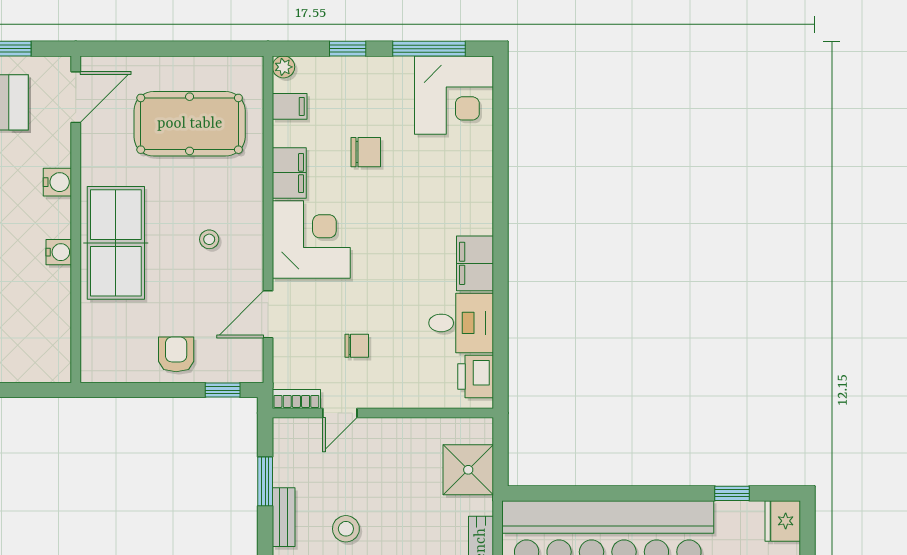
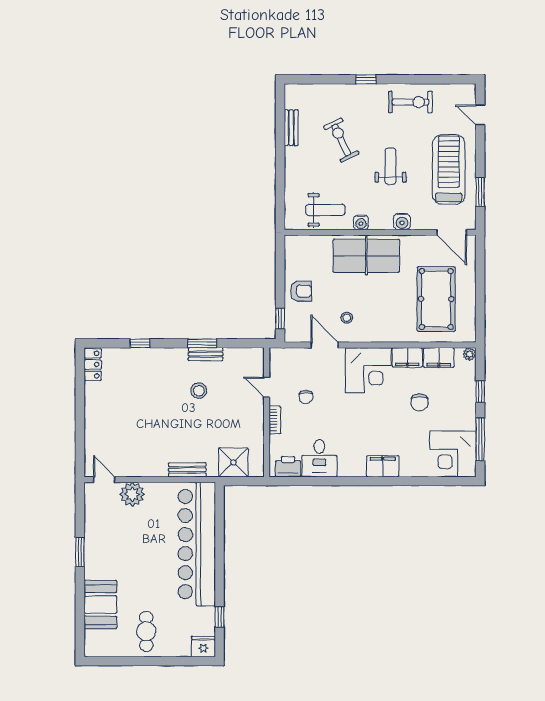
filing cabinet: (290, 106) -> (439, 358), width x2.00
stool: (209, 239) -> (347, 318), moved
filing cabinet: (475, 263) -> (383, 466), moved
weight bench: (37, 313) -> (325, 210), added
bookcase: (296, 399) -> (275, 420), moved
window: (265, 481) -> (202, 343), moved

